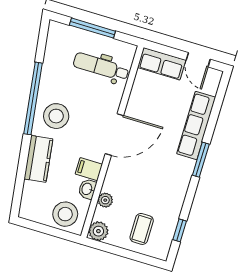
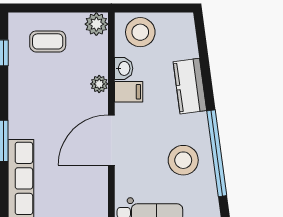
stool: (56, 116) -> (183, 160), moved
plant: (105, 200) -> (99, 84), moved
coffee table: (142, 229) -> (48, 41), turned 90

